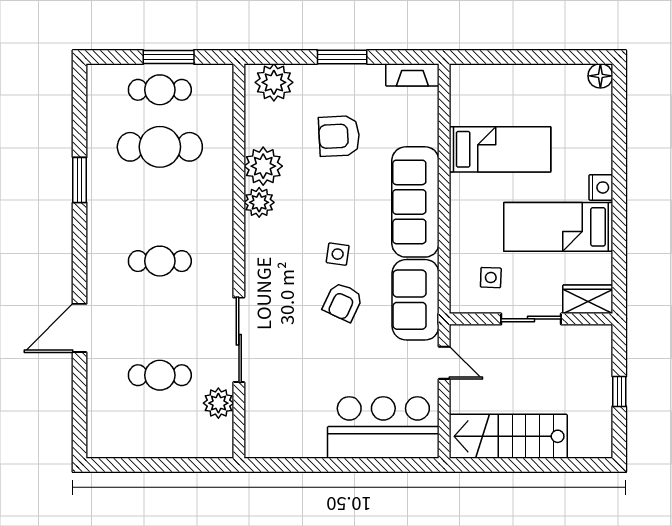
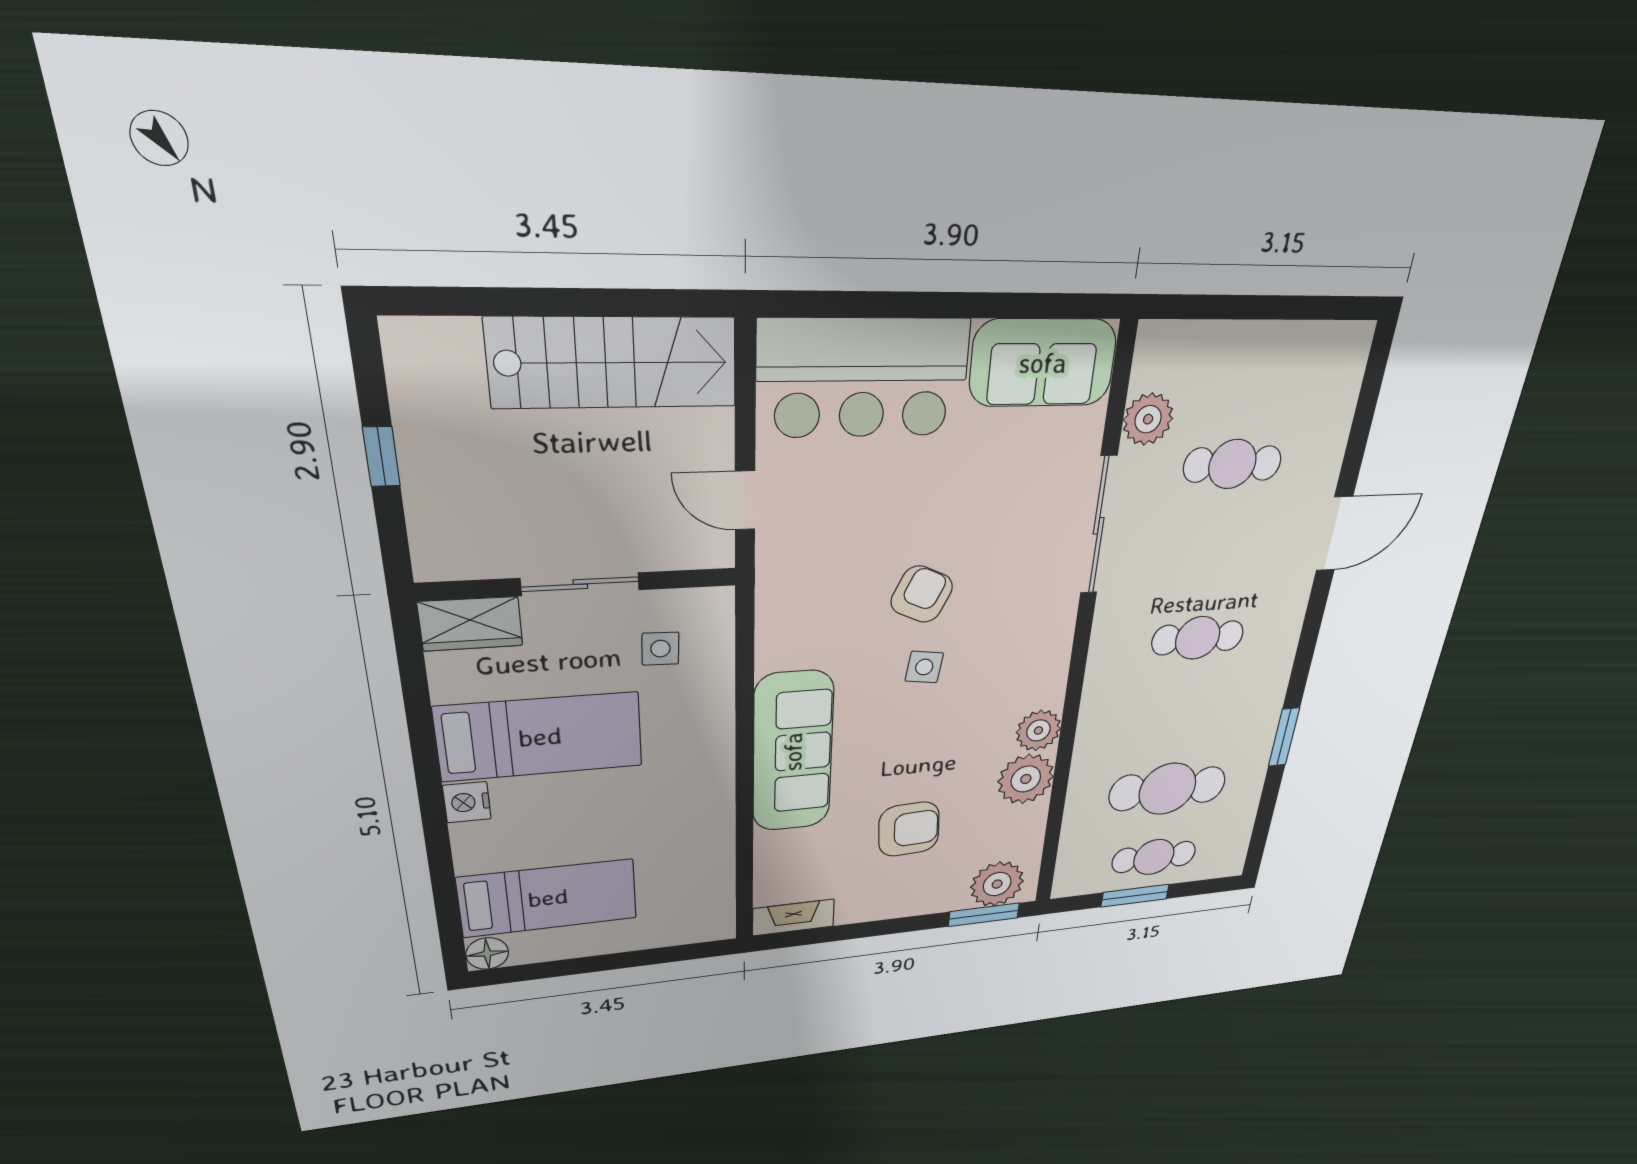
window: (342, 57) -> (984, 915), moved
bed: (500, 149) -> (548, 898), moved, turned 180
sofa: (416, 300) -> (1043, 363), moved, turned 90

